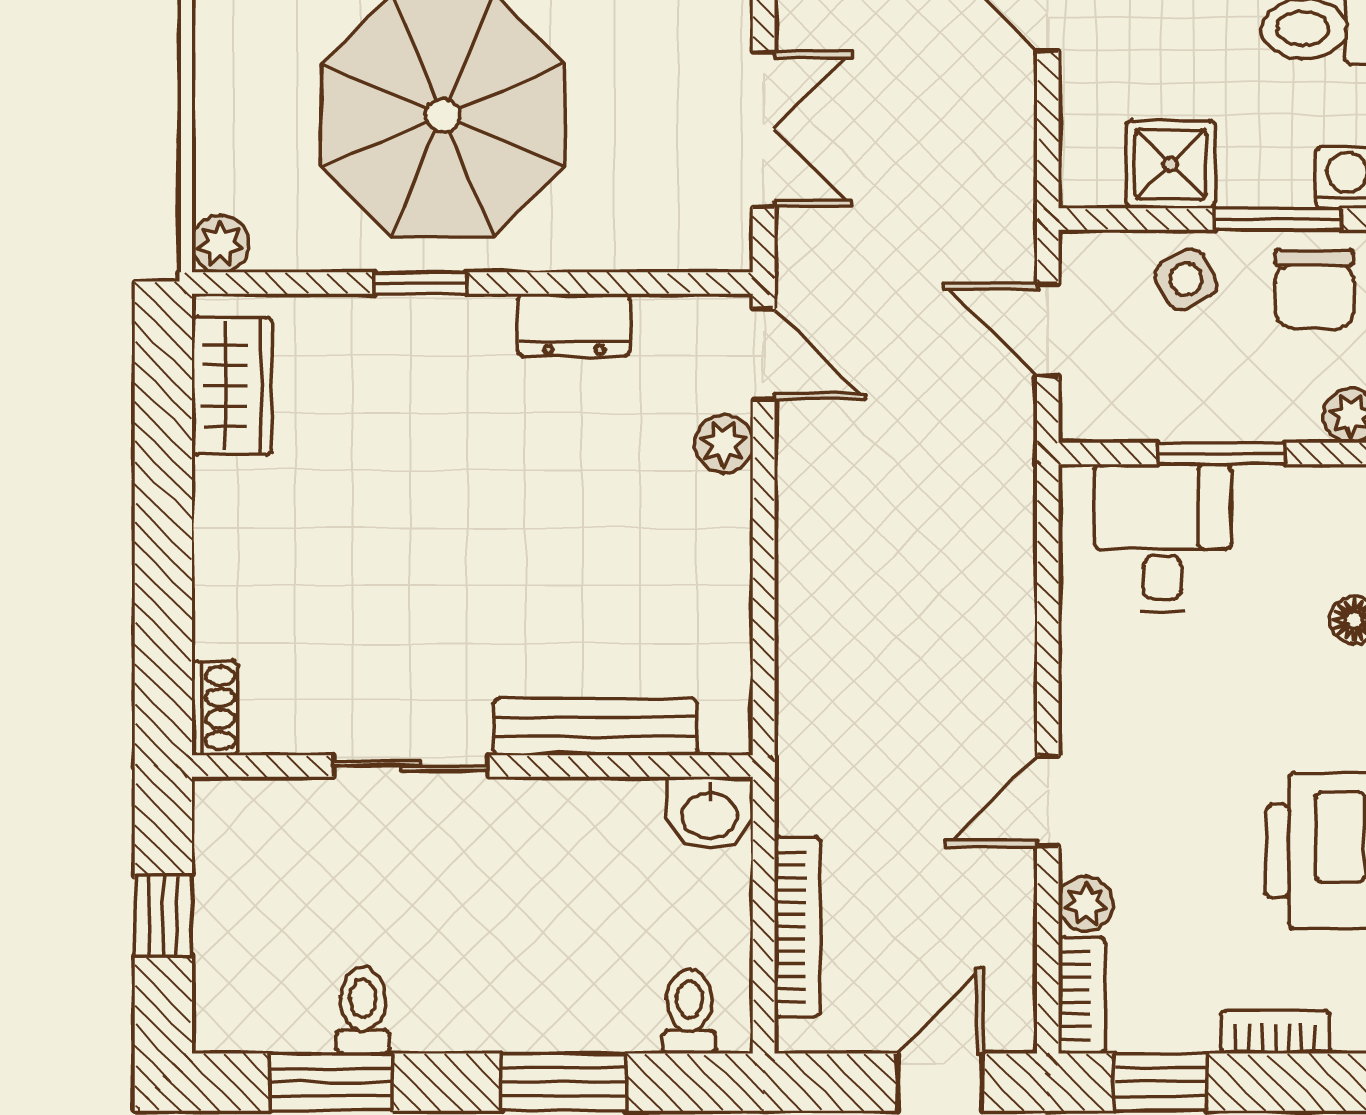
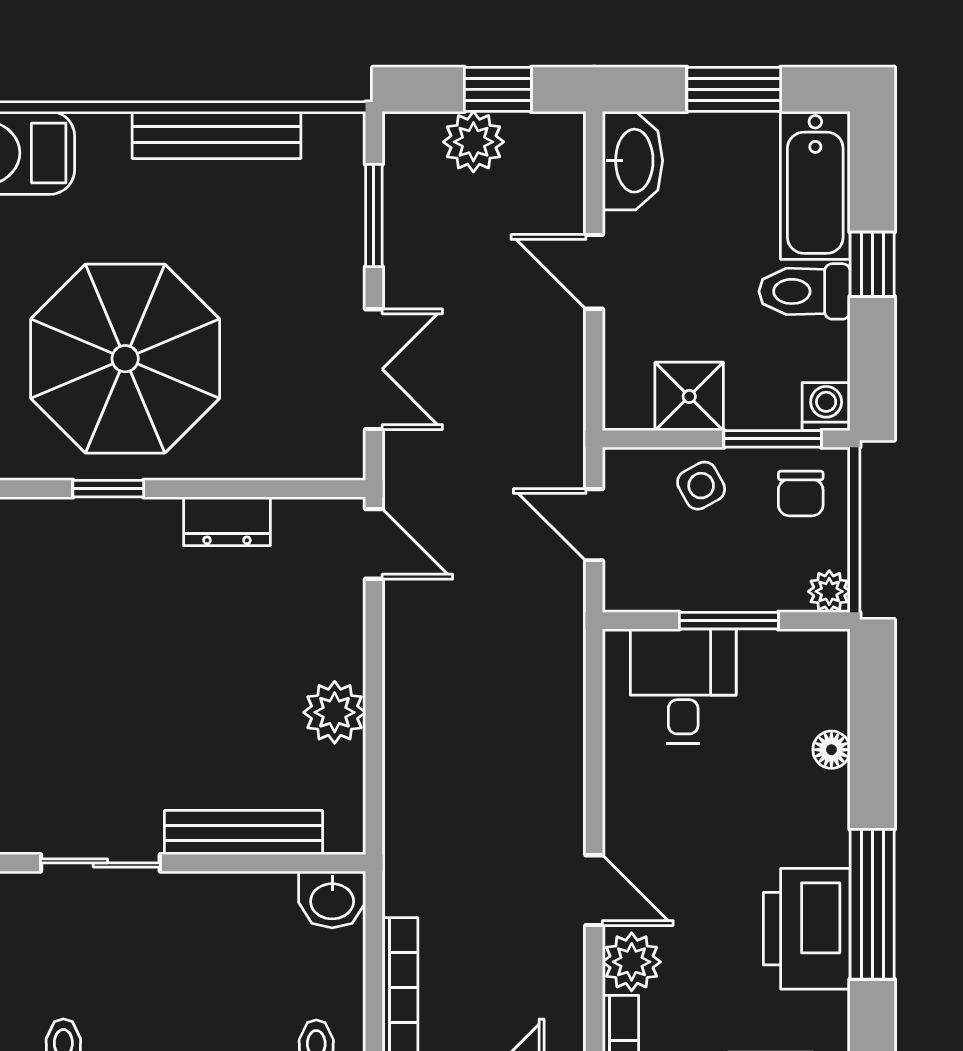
chair: (1314, 289) -> (801, 493), width x0.73, depth x0.73
plant: (724, 444) -> (335, 712), moved, width x1.38, depth x1.38
door: (1048, 801) -> (594, 890), swing flipped
plant: (1086, 904) -> (632, 962), width x1.38, depth x1.38

